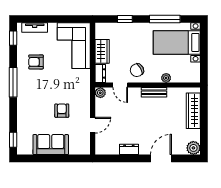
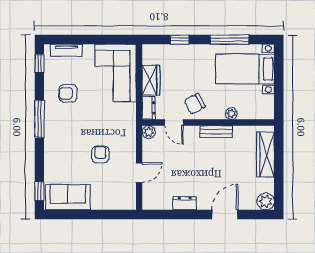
sofa: (51, 145) -> (68, 197), moved

